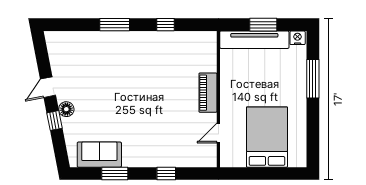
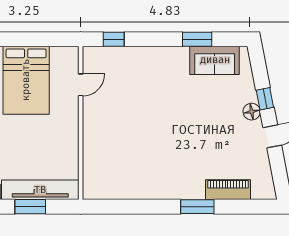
window: (166, 25) -> (140, 207), removed
piano: (208, 93) -> (228, 190), moved, turned -90
window: (166, 174) -> (114, 39), moved

